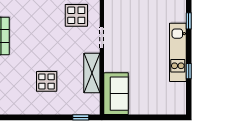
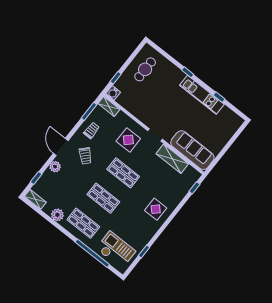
shop shelf: (40, 36) -> (123, 173), added
display table: (47, 81) -> (156, 209), moved
sofa: (116, 94) -> (192, 150), width x1.36

